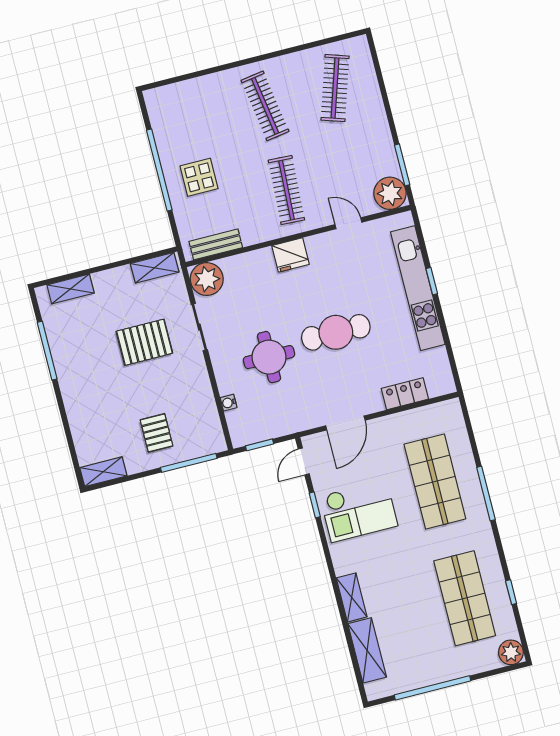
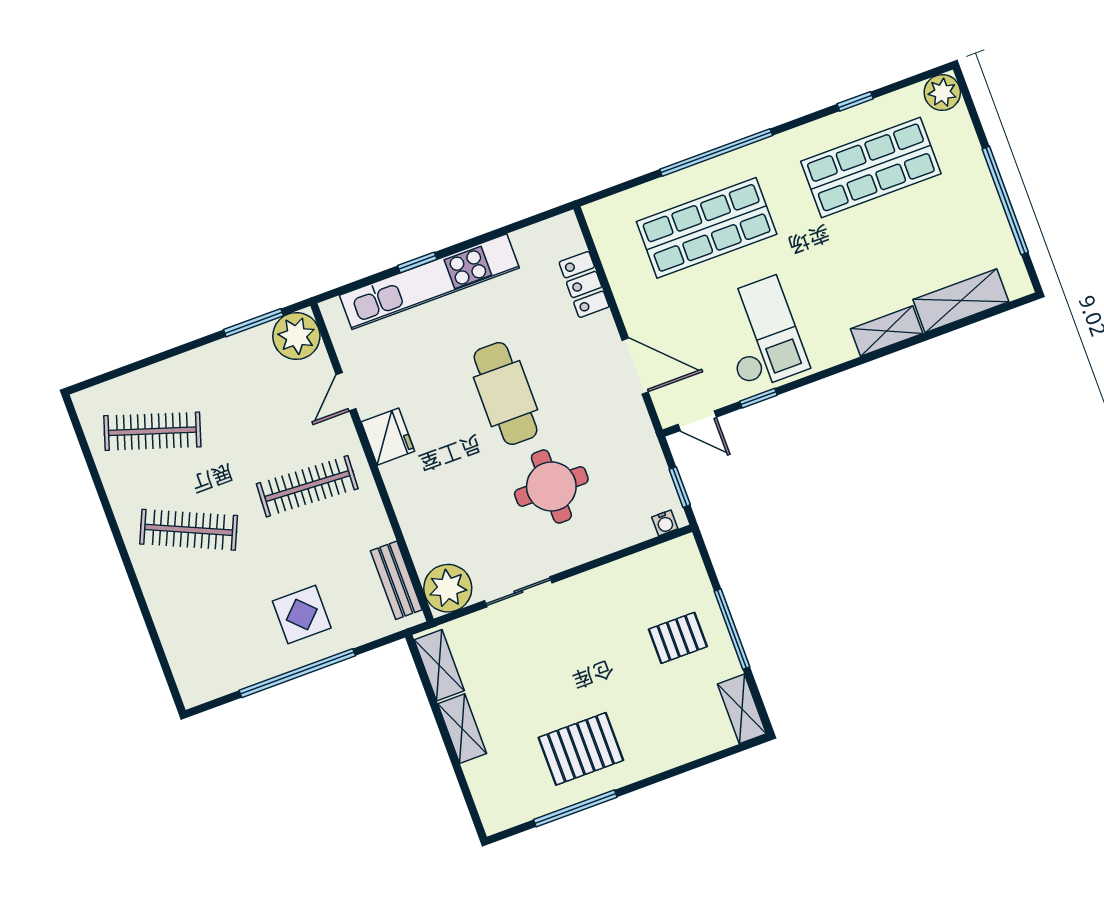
clothes rail: (265, 106) -> (189, 530), turned 33
fridge: (291, 255) -> (388, 437), moved
shelving: (71, 289) -> (462, 729), moved
pallet: (144, 342) -> (581, 749), moved, turned 90
water cooler: (229, 403) -> (665, 523), moved
window: (189, 463) -> (732, 629), moved
window: (486, 493) -> (716, 152), width x1.46

